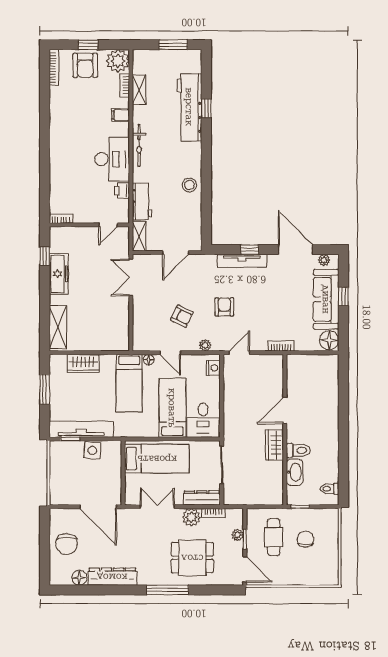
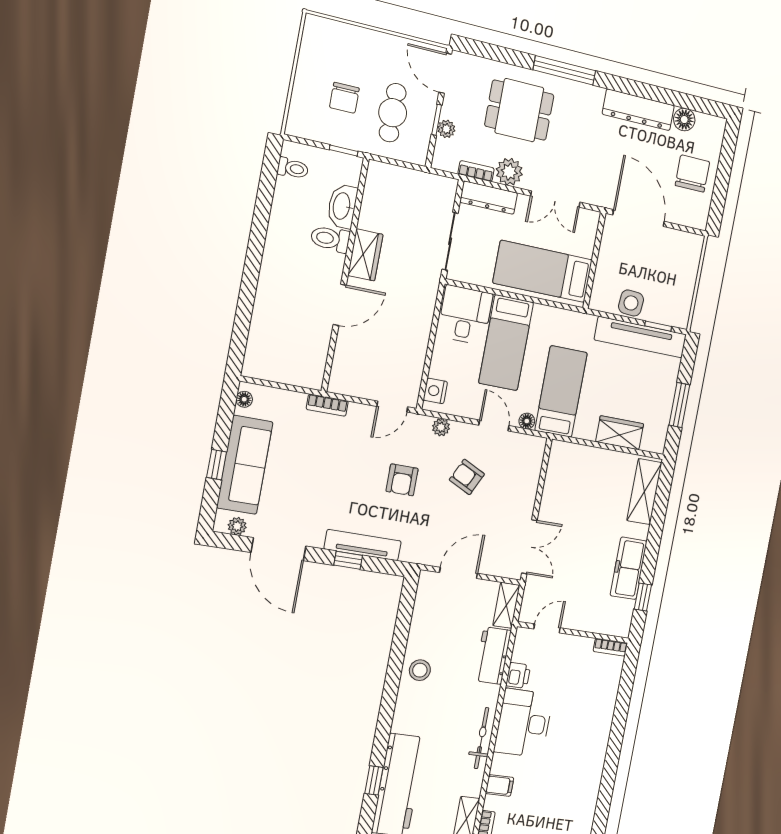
floor lamp: (329, 340) -> (244, 399), width x0.53, depth x0.53

